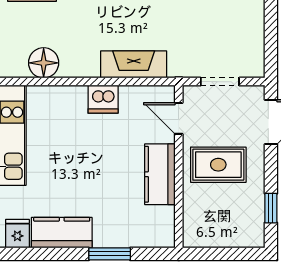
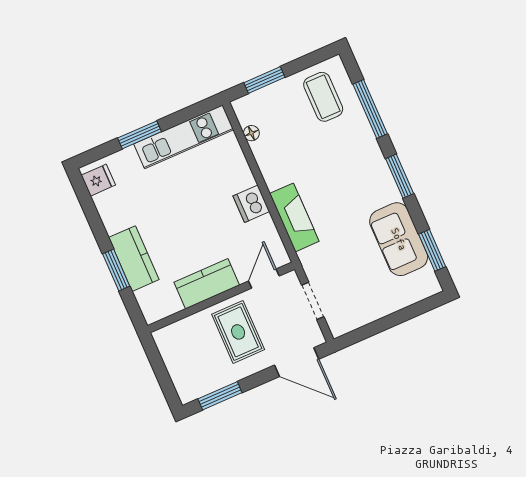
floor lamp: (44, 63) -> (251, 133), width x0.53, depth x0.53
window: (271, 208) -> (220, 396), width x1.50
kitchen counter: (62, 233) -> (134, 259), moved

